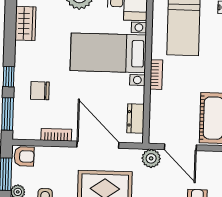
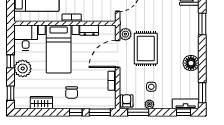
chair: (40, 91) -> (72, 92), moved
dresser: (136, 119) -> (89, 30), moved
plant: (151, 158) -> (125, 34), moved

